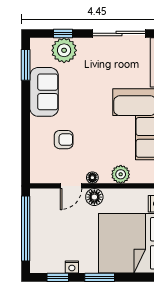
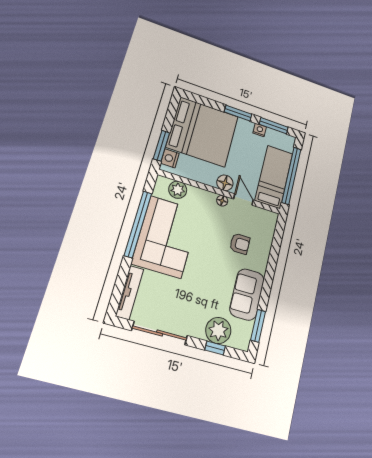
armchair: (64, 140) -> (240, 244), turned 180
plant: (121, 174) -> (178, 190), moved
door: (71, 186) -> (243, 200), hinge flipped
bed: (44, 221) -> (274, 177), added
window: (58, 277) -> (274, 126), width x1.50

